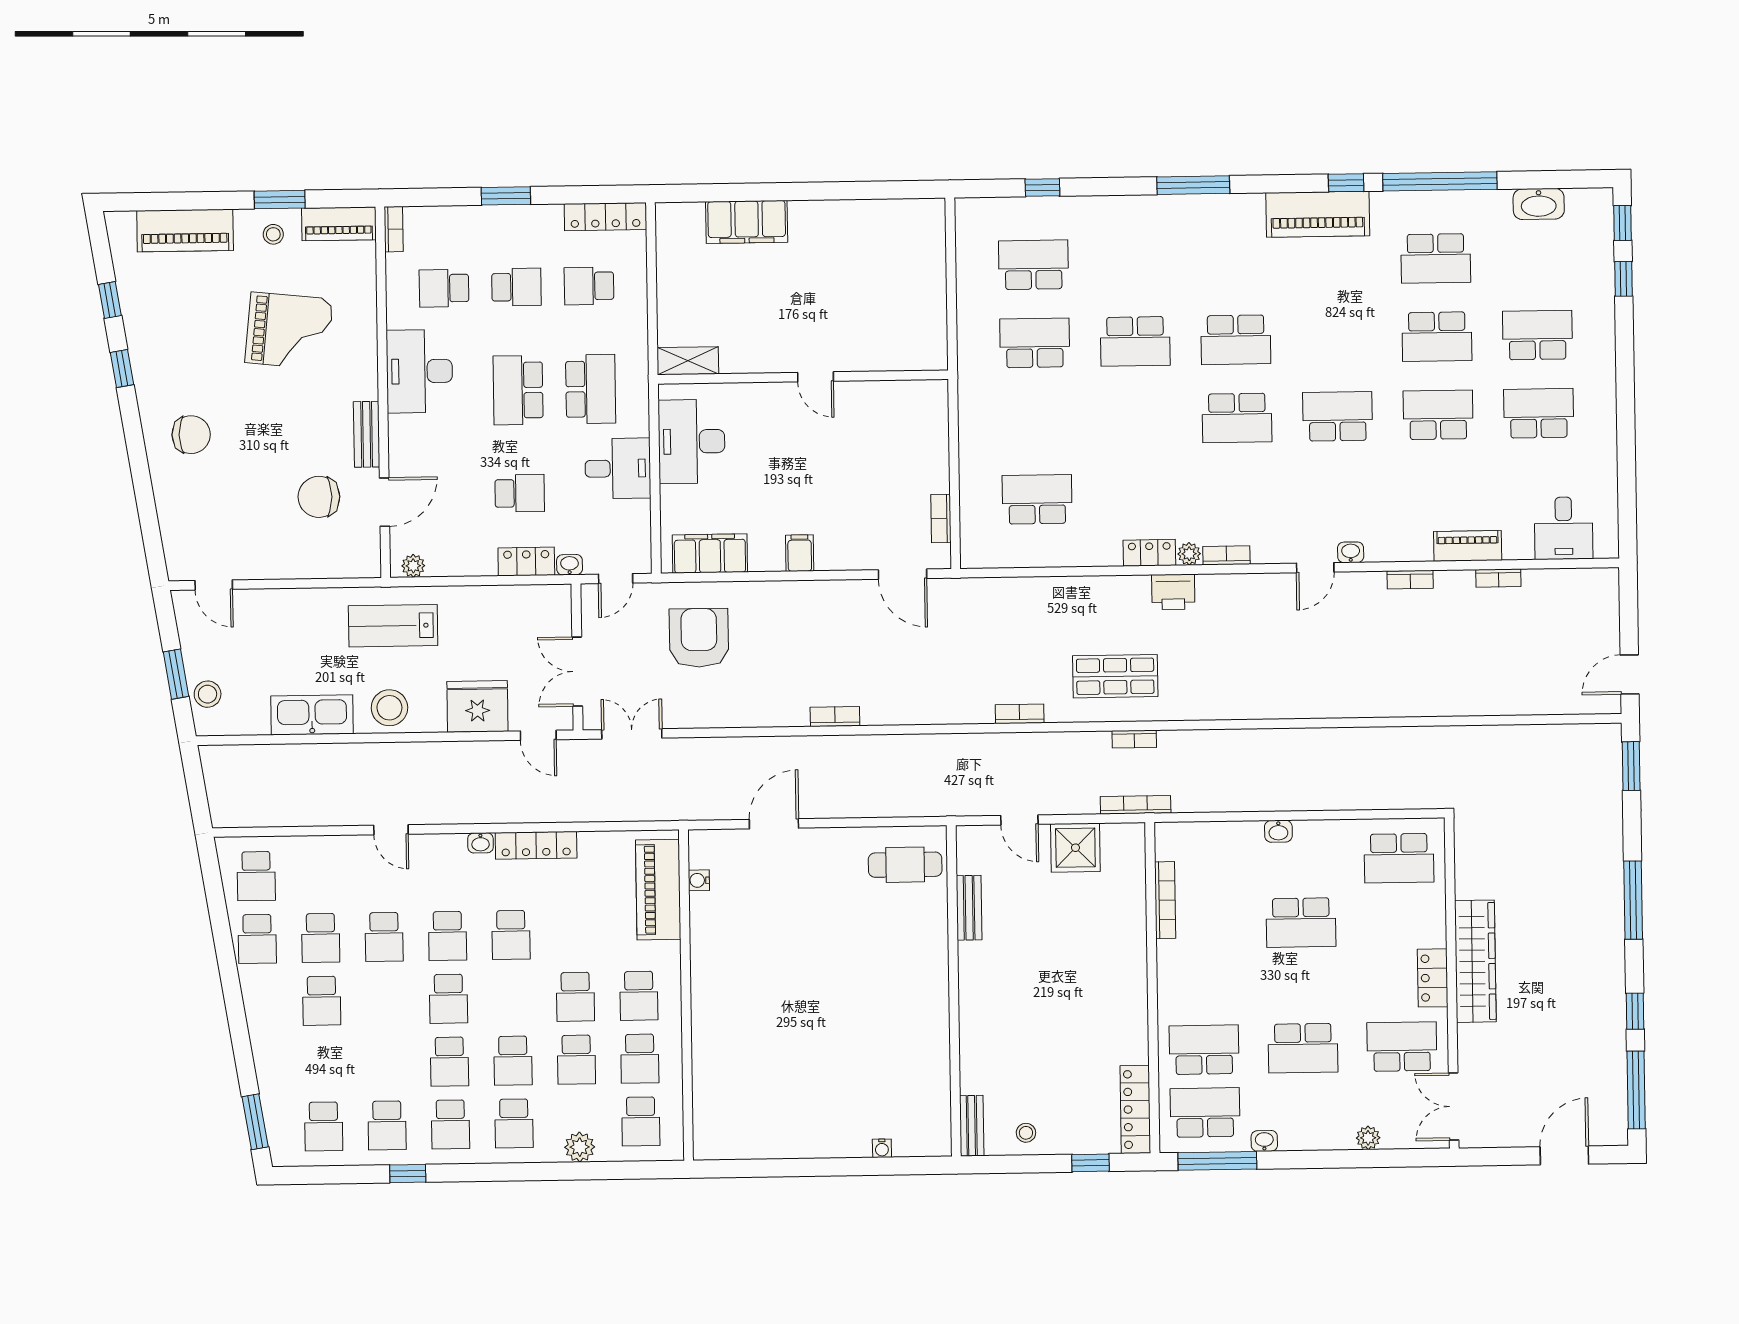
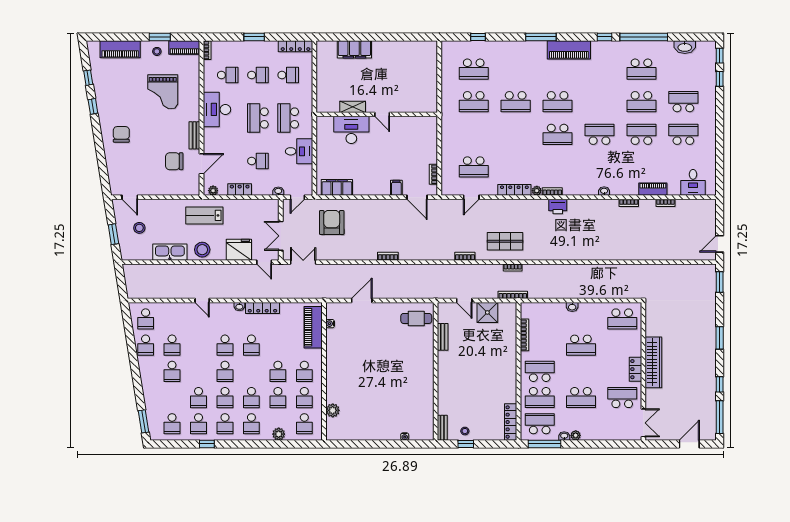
piano: (1318, 214) -> (569, 50), moved
school desk: (1033, 265) -> (474, 69), turned 180
school desk: (589, 286) -> (288, 75), turned 180
school desk: (444, 288) -> (228, 75), turned 180
grand piano: (289, 331) -> (163, 92), turned 84
school desk: (1035, 343) -> (474, 102), turned 180
shelving: (688, 361) -> (353, 107), moved
school desk: (591, 389) -> (288, 118), turned 180
chair: (191, 435) -> (121, 134), turned -90
desk: (692, 441) -> (351, 130), moved, turned 90
school desk: (1037, 499) -> (474, 167), turned 180
filing cabinet: (800, 553) -> (396, 188), moved
locker: (1149, 553) -> (514, 190), width x1.53
locker: (526, 562) -> (240, 190), moved
door: (1315, 568) -> (471, 197), moved
printer: (1173, 592) -> (558, 206), moved
stool: (208, 694) -> (139, 228), moved
window: (1633, 900) -> (720, 338), width x0.69
school desk: (384, 937) -> (198, 398), moved
school desk: (1203, 987) -> (540, 371), added
school desk: (1204, 1050) -> (540, 398), turned 180
plant: (708, 1088) -> (333, 410), added
double door: (1454, 1107) -> (643, 423), swing flipped
plant: (1368, 1138) -> (576, 435), moved
window: (1090, 1163) -> (466, 444), moved

